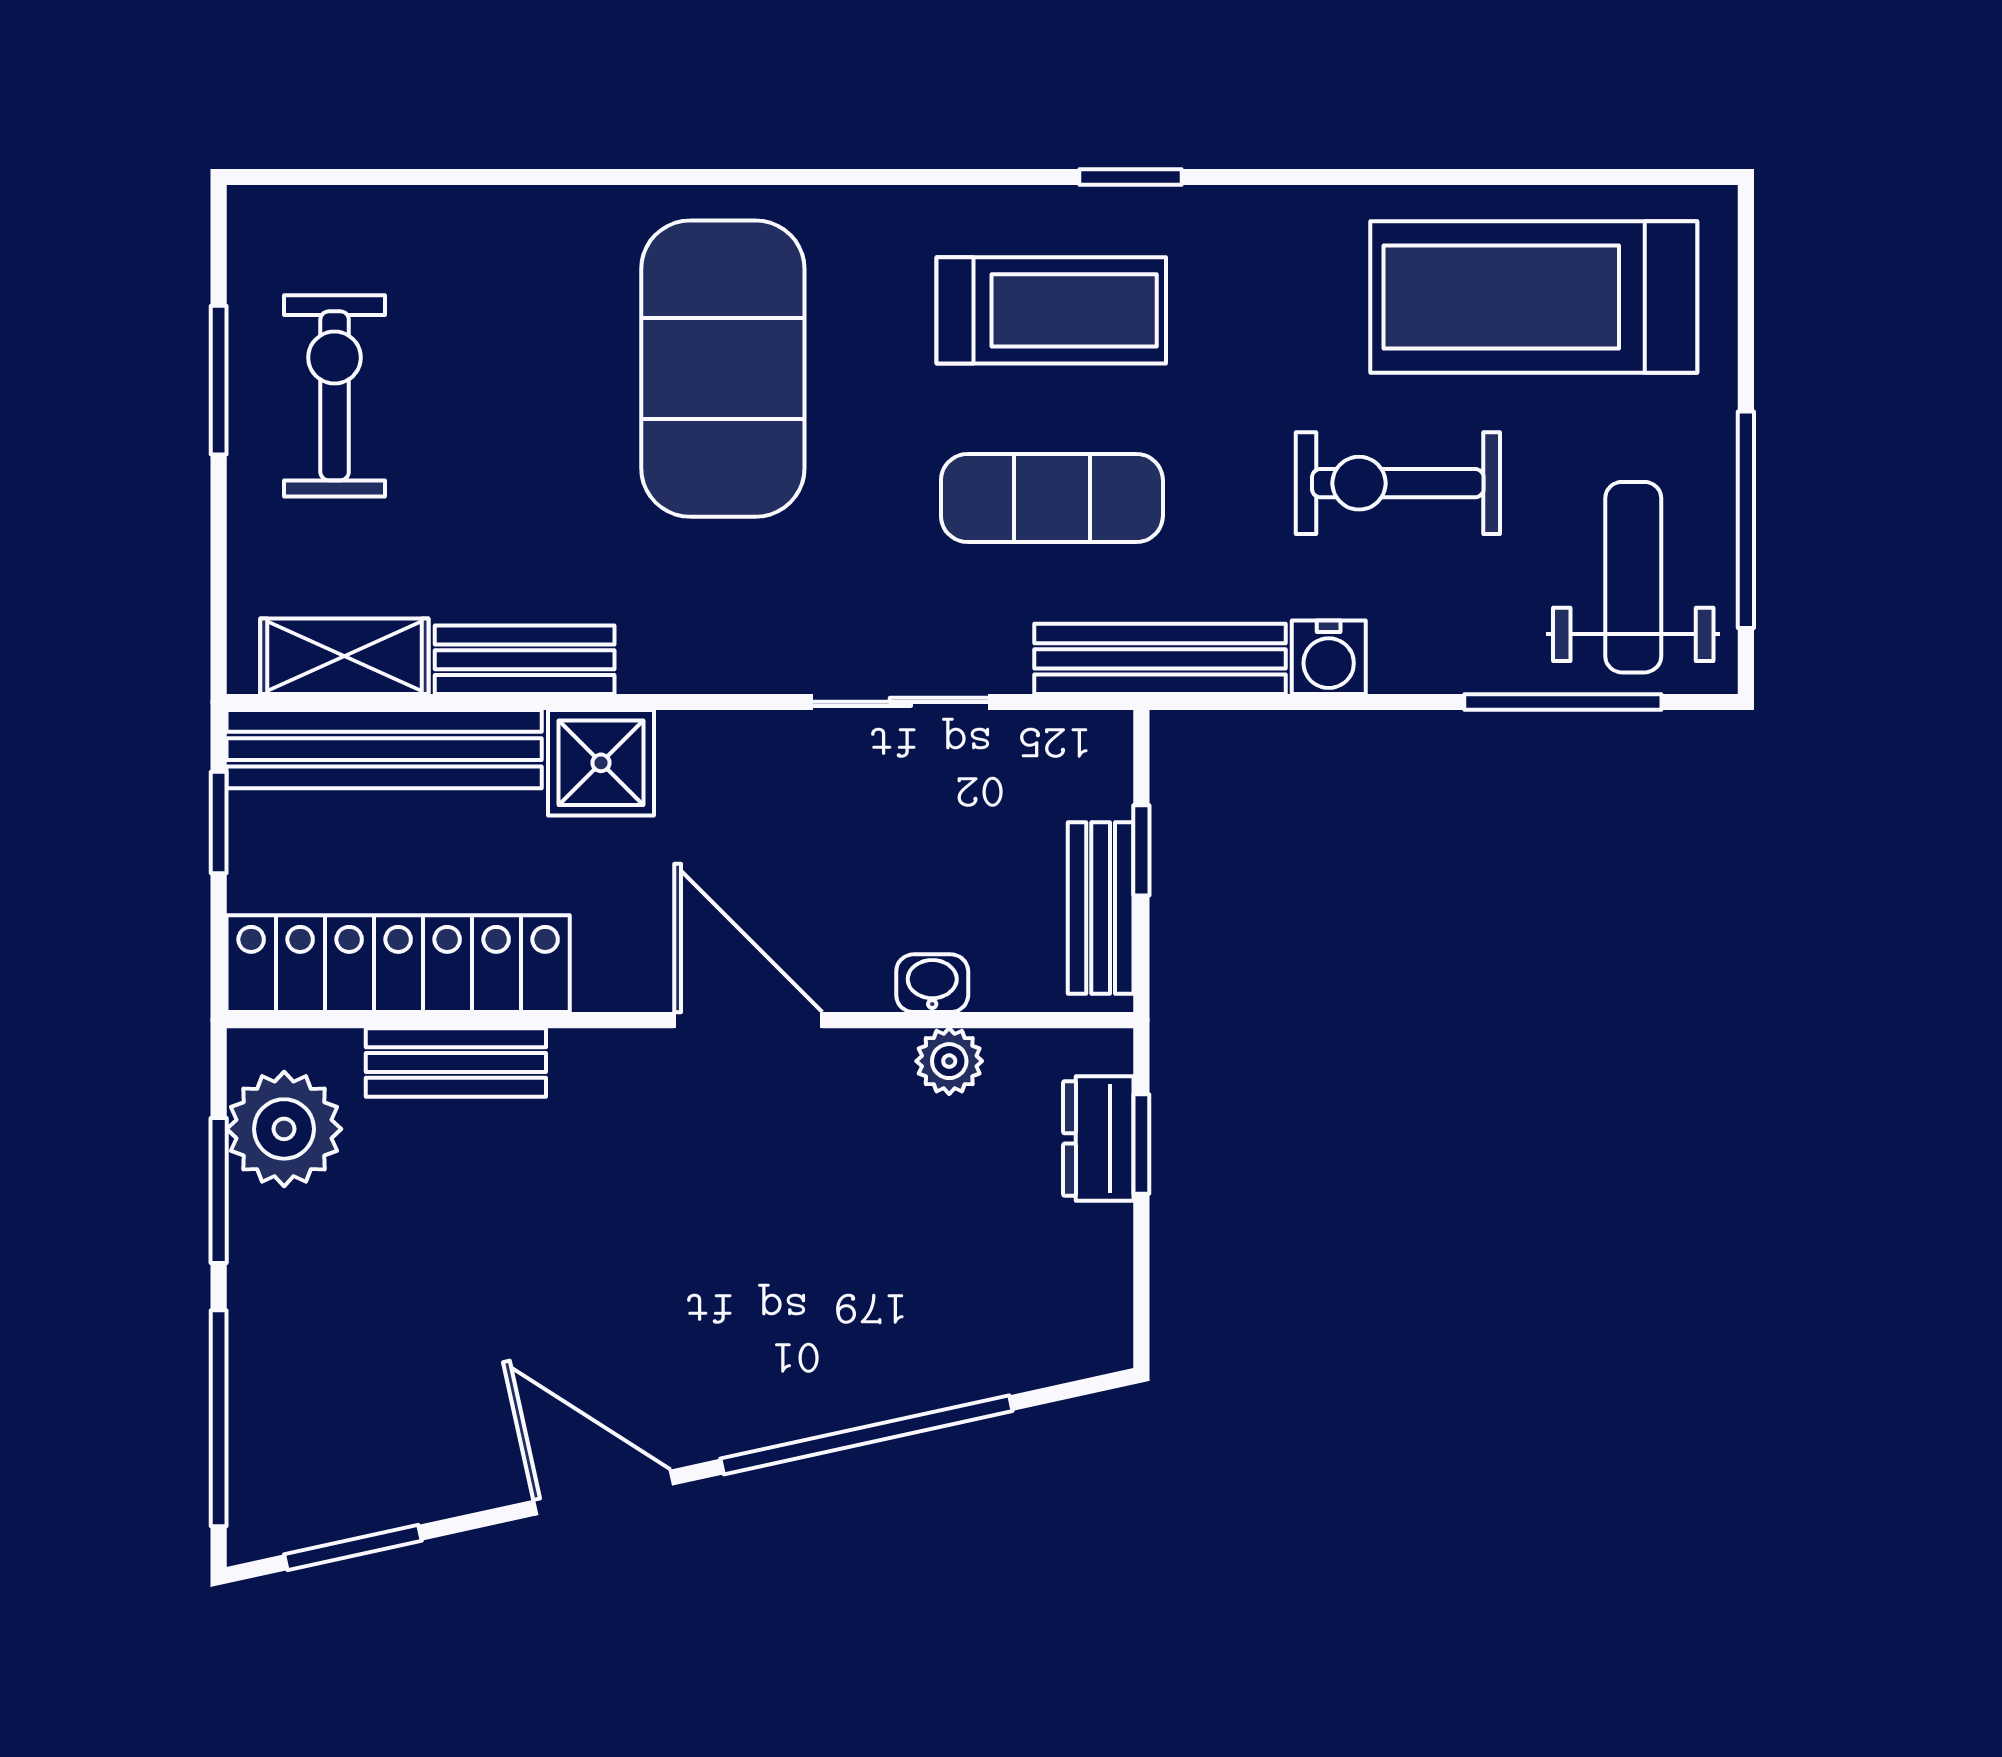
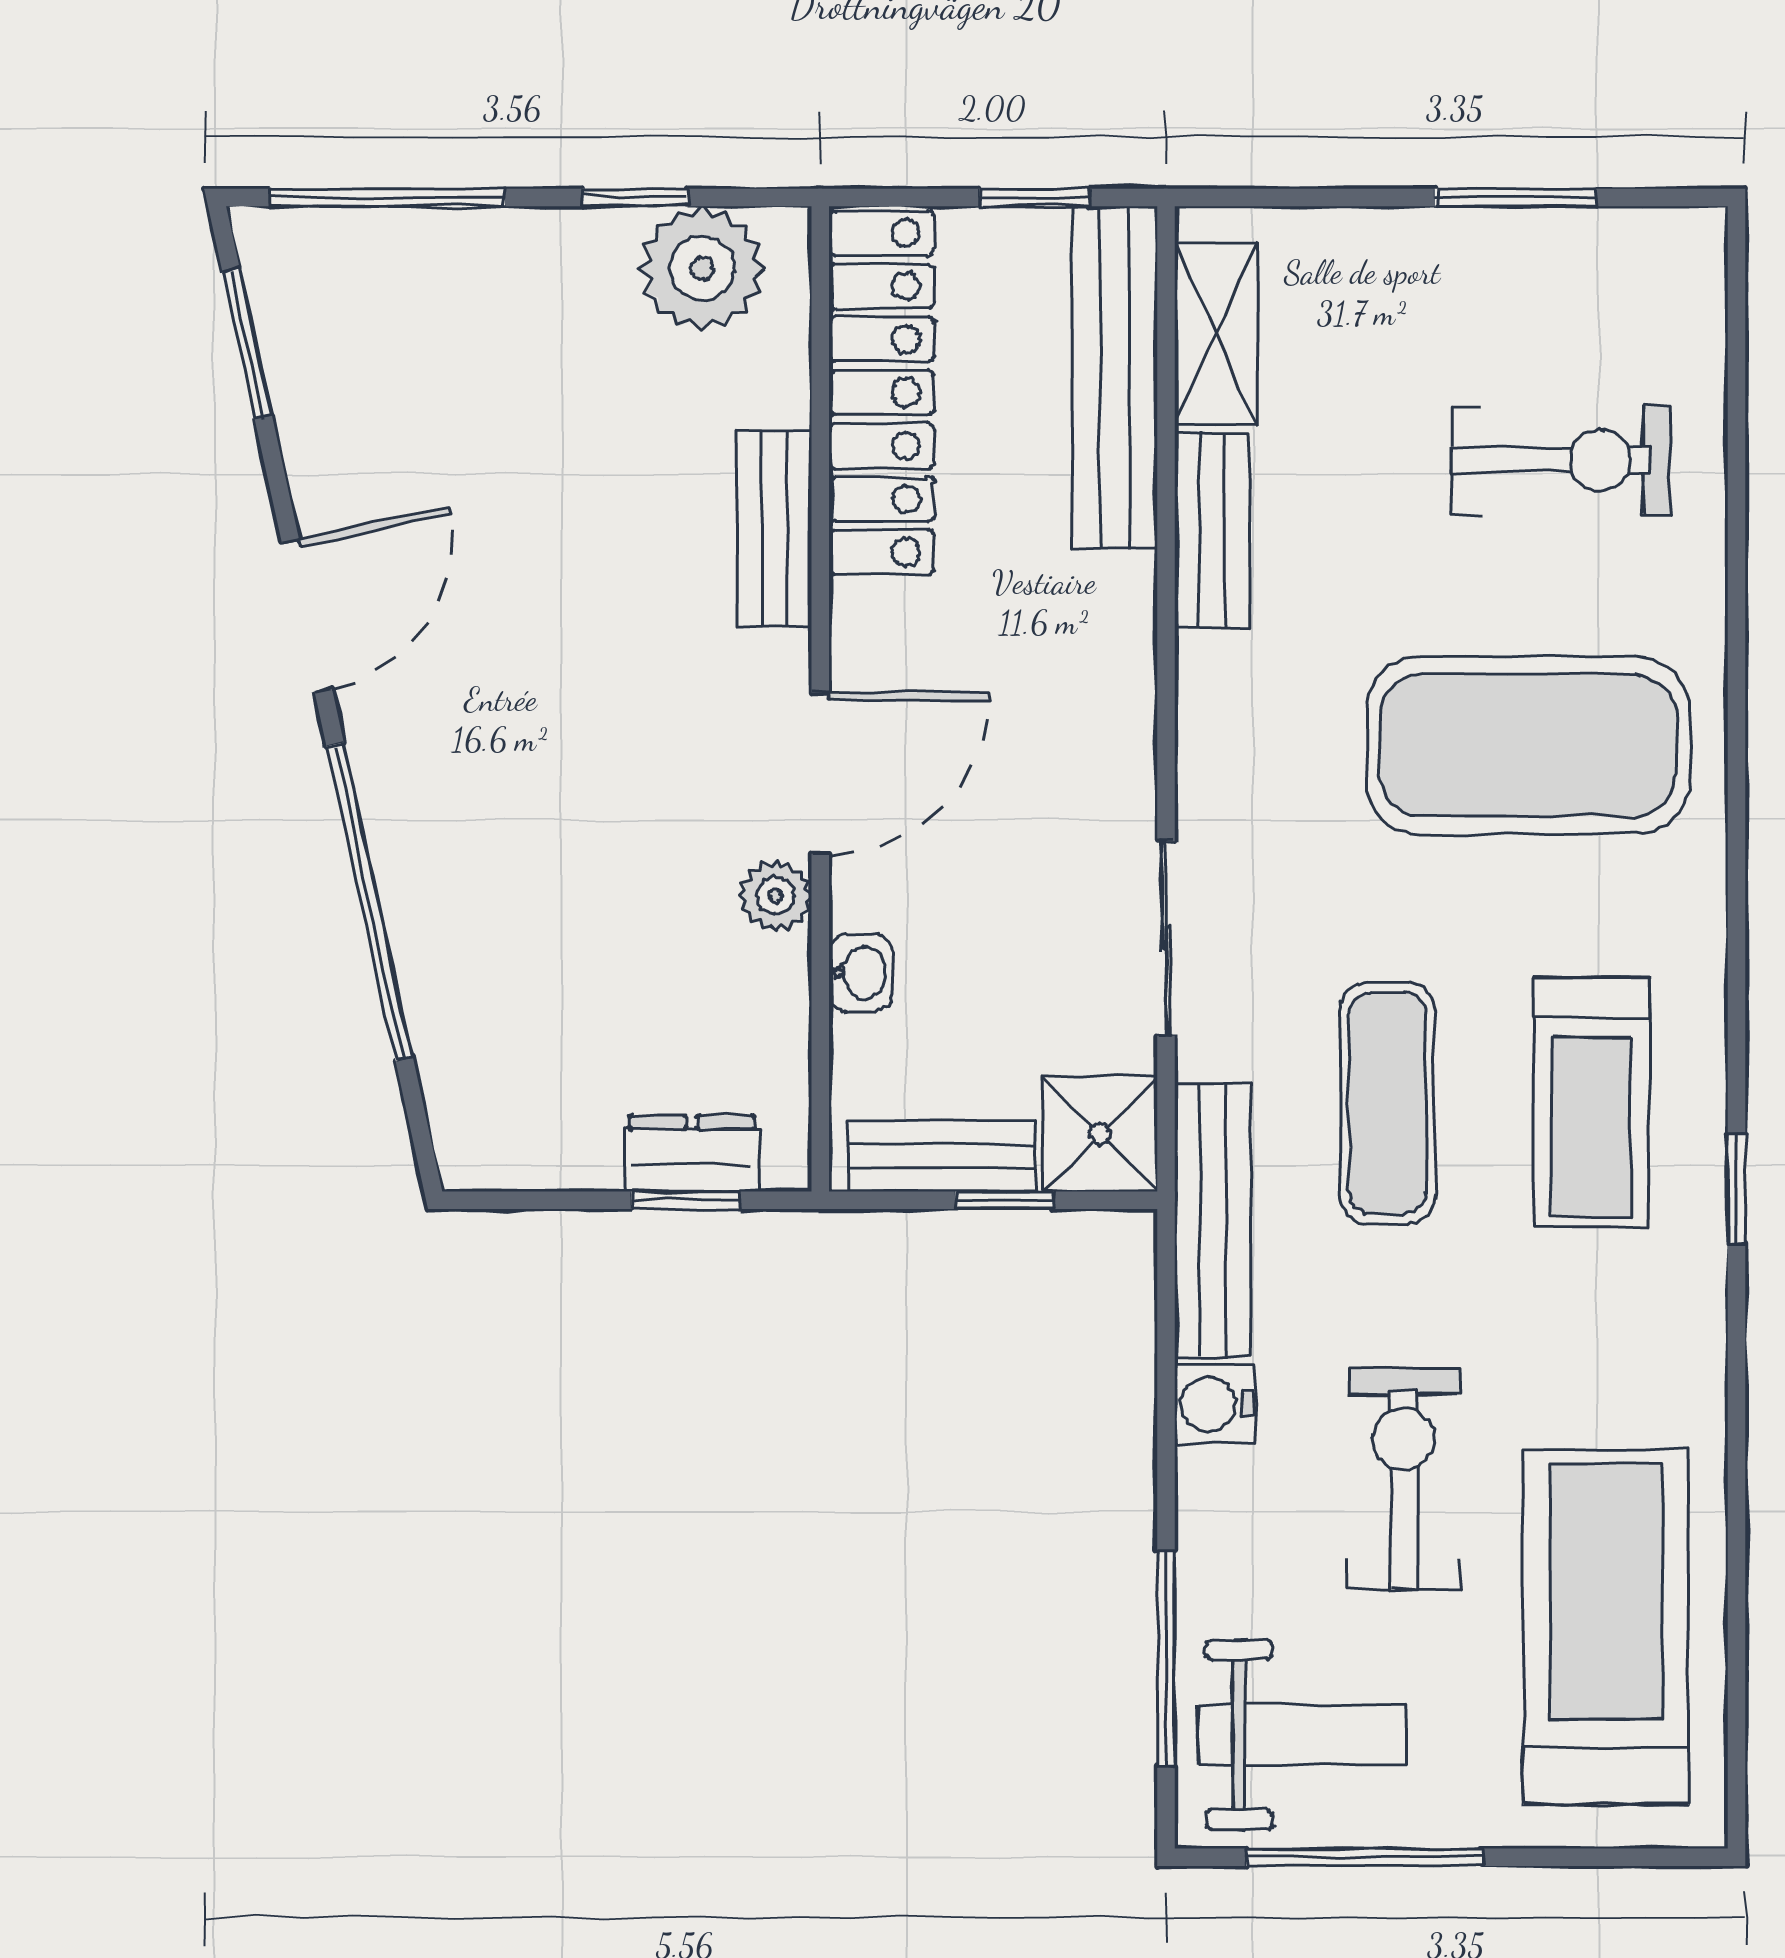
exercise bike: (335, 396) -> (1561, 460), moved
shower: (601, 763) -> (1100, 1134), moved
plant: (949, 1061) -> (776, 896), moved
bench: (456, 1062) -> (774, 529), moved
window: (219, 1190) -> (635, 198), width x0.67

